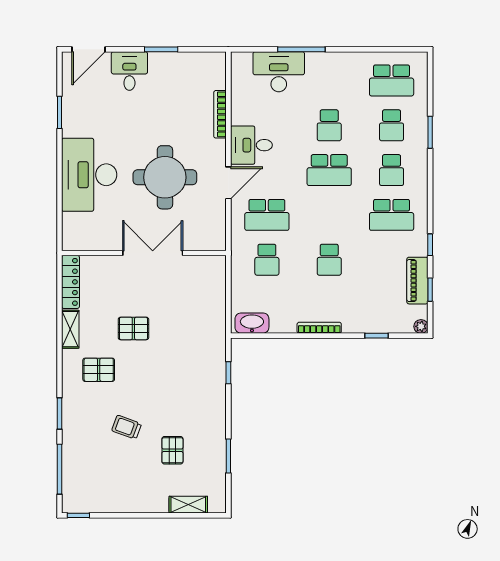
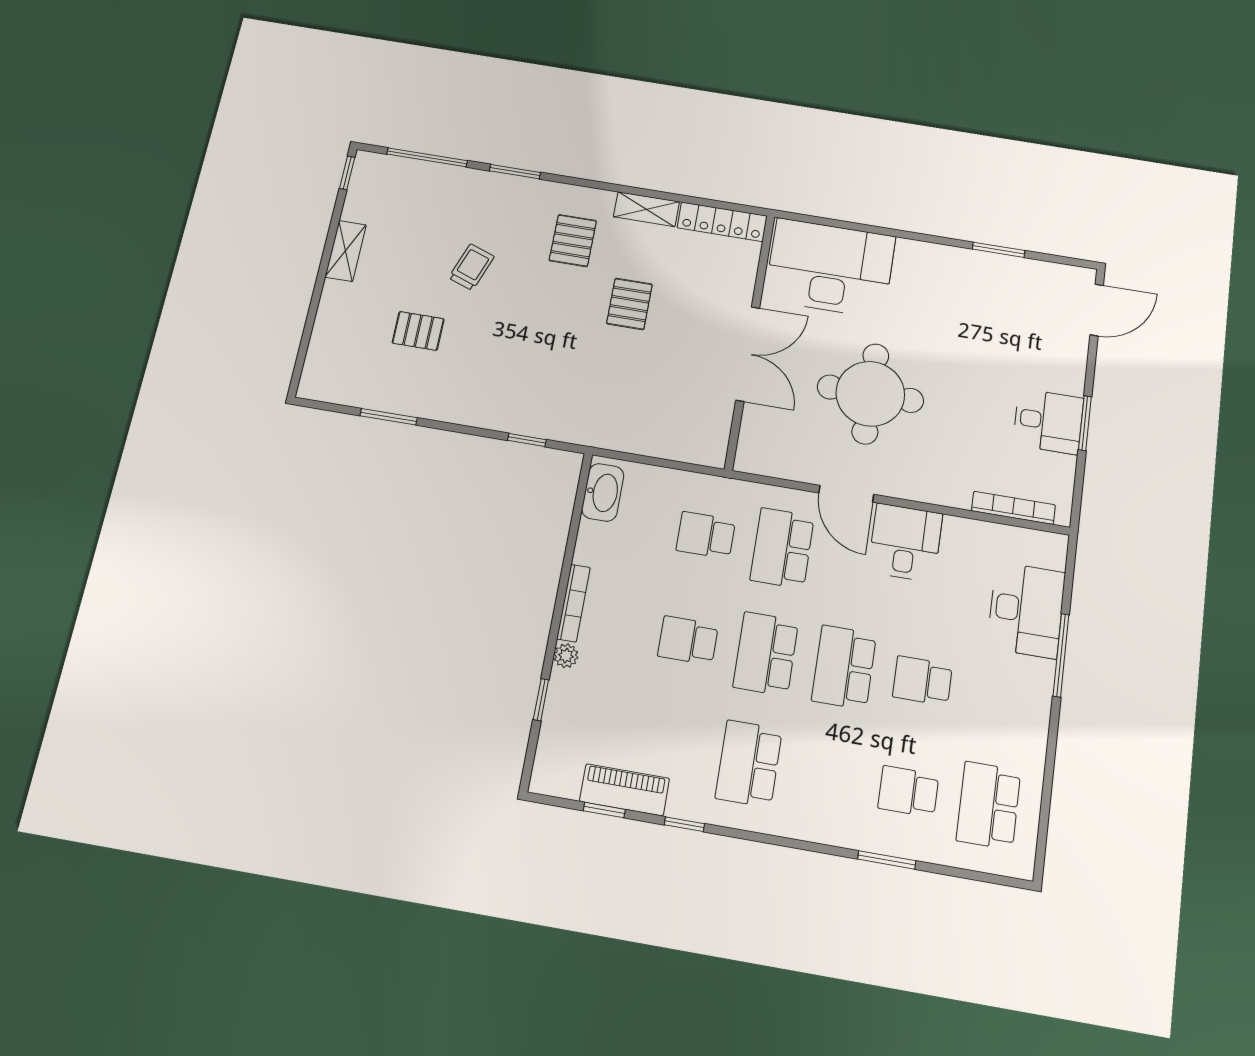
door: (88, 49) -> (1097, 310), swing flipped
desk: (129, 71) -> (1048, 421), moved
bookcase: (220, 114) -> (1013, 508), moved
school desk: (392, 170) -> (766, 654), moved, width x1.85
desk: (89, 175) -> (830, 268), moved
plant: (421, 326) -> (566, 656), moved
shelving: (188, 505) -> (346, 251), moved

